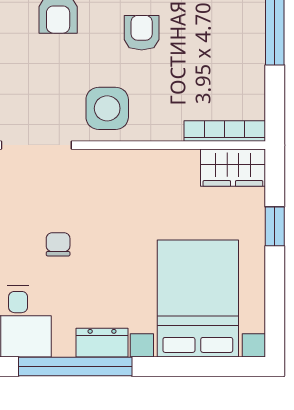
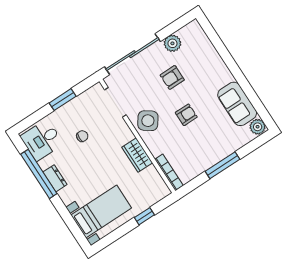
side table: (107, 108) -> (148, 121), turned 36
wardrobe: (233, 168) -> (137, 155), moved
bed with nightstands: (198, 299) -> (101, 212), width x0.73

